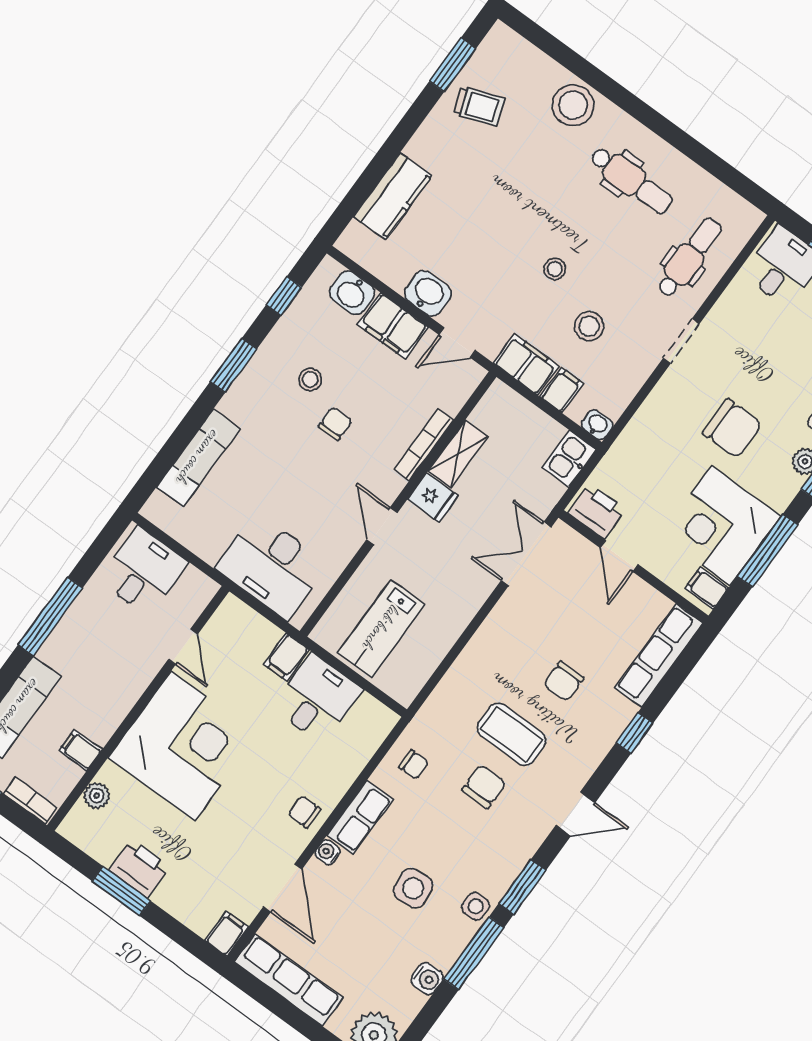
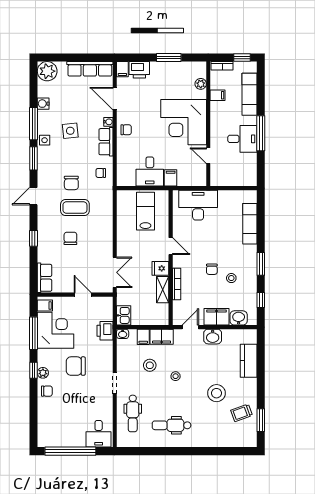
stool: (573, 105) -> (216, 393), moved
printer: (597, 511) -> (105, 331), moved, turned 90
desk: (143, 571) -> (242, 139), moved, turned -90
row of seats: (659, 655) -> (45, 278), width x0.68
printer: (139, 868) -> (139, 70), moved

